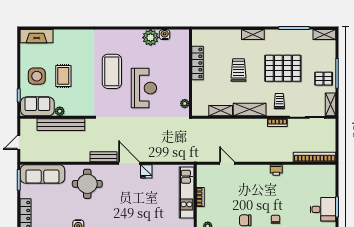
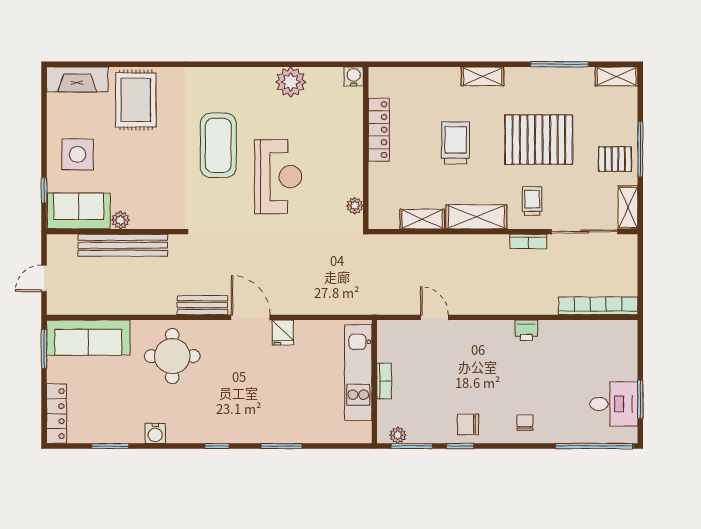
water cooler: (165, 35) -> (354, 76), moved
rug: (63, 76) -> (136, 100), moved, width x1.36, depth x1.43

